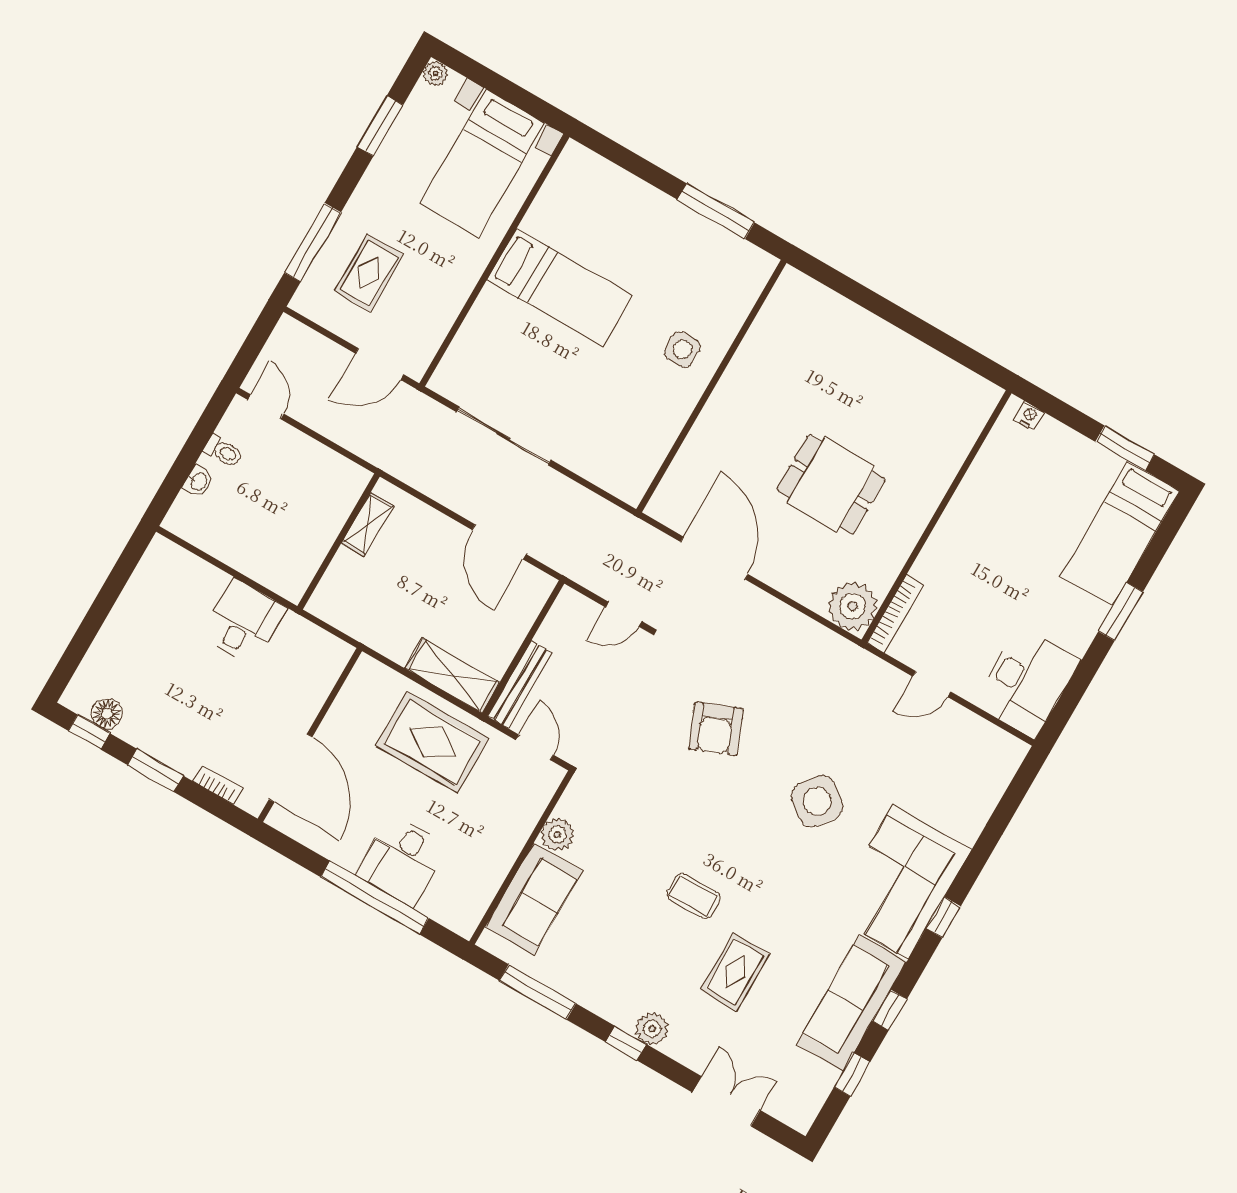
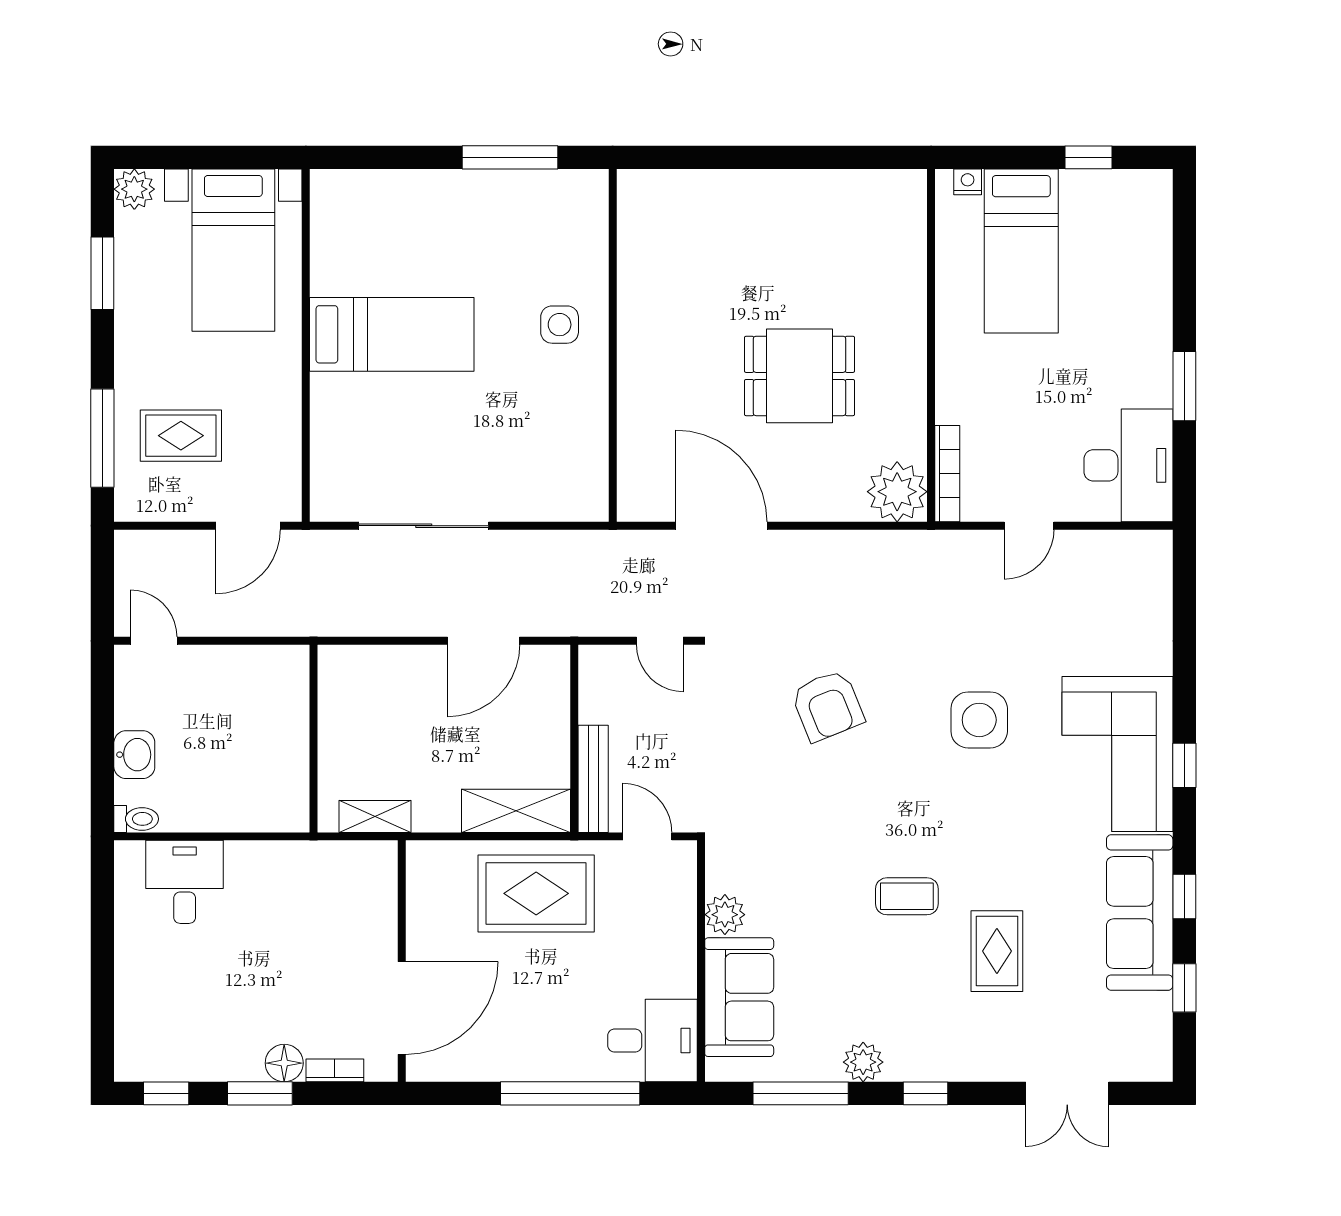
plant: (435, 73) -> (134, 189), width x1.38, depth x1.38
rug: (369, 273) -> (181, 436), turned 90
window: (1125, 448) -> (1089, 157), width x0.67
toilet: (223, 451) -> (136, 819), moved
washbasin: (198, 481) -> (134, 755), width x1.38, depth x1.45
shelving: (367, 525) -> (375, 816), moved, turned 90
bed: (1120, 534) -> (1021, 251), moved
door: (499, 542) -> (484, 641), hinge flipped
window: (1121, 612) -> (1184, 386), moved
door: (624, 614) -> (660, 641), hinge flipped
desk: (243, 622) -> (185, 882), moved
floor lamp: (107, 714) -> (284, 1063), moved
door: (291, 768) -> (402, 1008), hinge flipped
side table: (817, 801) -> (979, 720), turned -38
desk: (402, 860) -> (652, 1041), moved, turned -90
plant: (652, 1029) -> (863, 1062), moved
double door: (726, 1101) -> (1067, 1093), swing flipped

